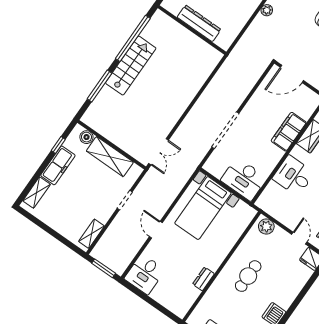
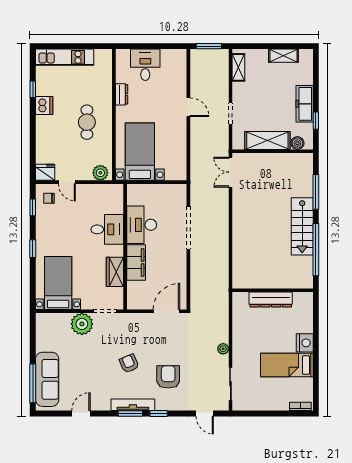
desk: (244, 179) -> (142, 225), moved, turned -90
shelving: (37, 193) -> (283, 56), moved, turned 90
bed with nightstands: (203, 208) -> (140, 152), moved
desk: (145, 274) -> (145, 65), moved

